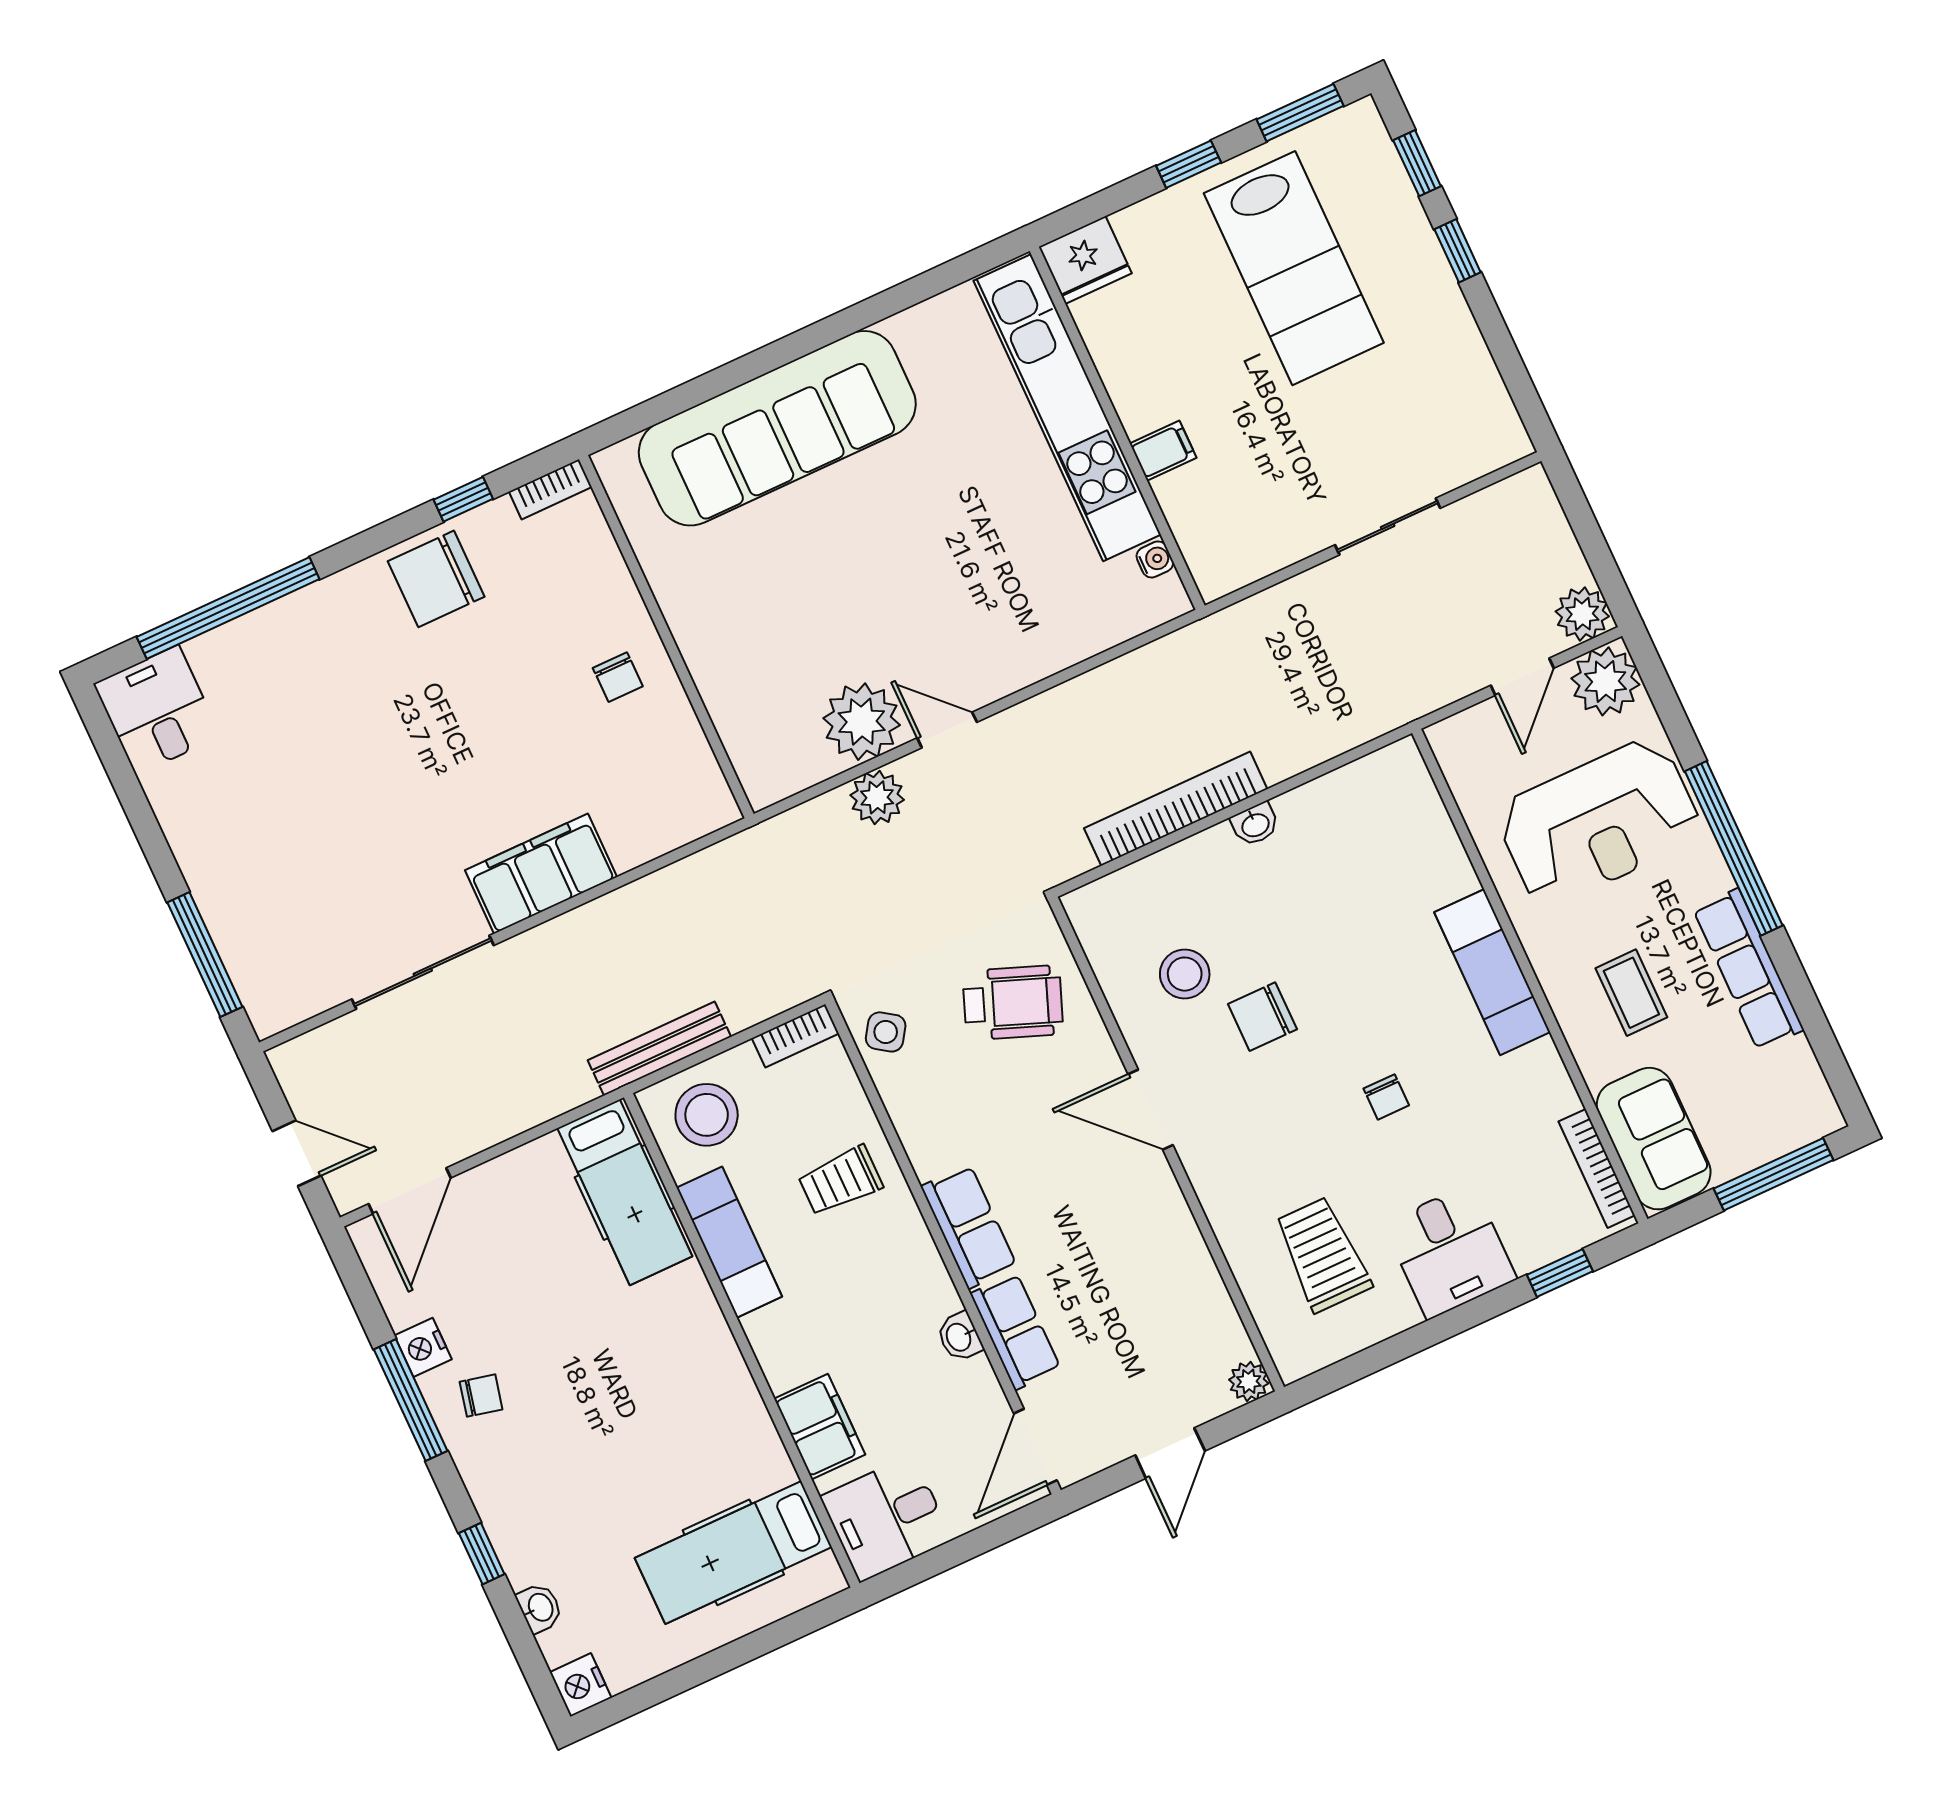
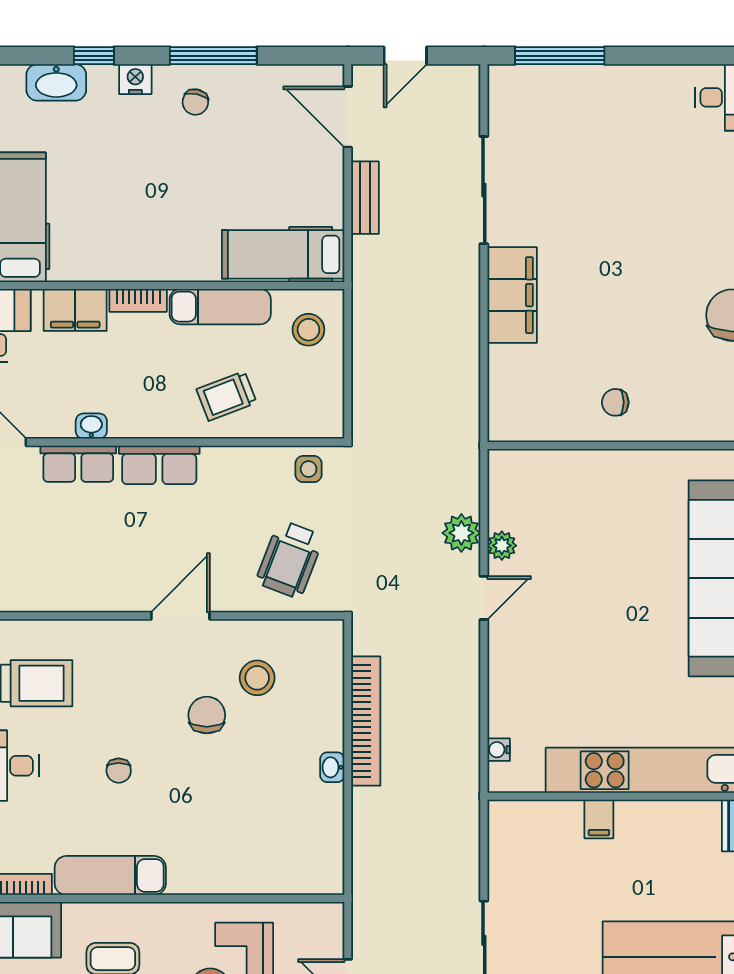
water cooler: (1155, 559) -> (499, 750), moved, turned 90
plant: (862, 722) -> (502, 546), width x0.53, depth x0.53
exam couch: (1492, 972) -> (110, 875), moved
side table: (886, 1032) -> (309, 469), turned -34
bookcase: (795, 1036) -> (138, 300), moved, turned -90
bench: (659, 1049) -> (365, 198), moved, width x0.73
chair: (1386, 1097) -> (119, 771), turned -90
stool: (707, 1115) -> (308, 330), width x0.73, depth x0.73
trolley: (840, 1181) -> (227, 396), turned -111
nightstand: (423, 1347) -> (135, 79), moved
washbasin: (540, 1608) -> (56, 82), width x1.91, depth x1.45

